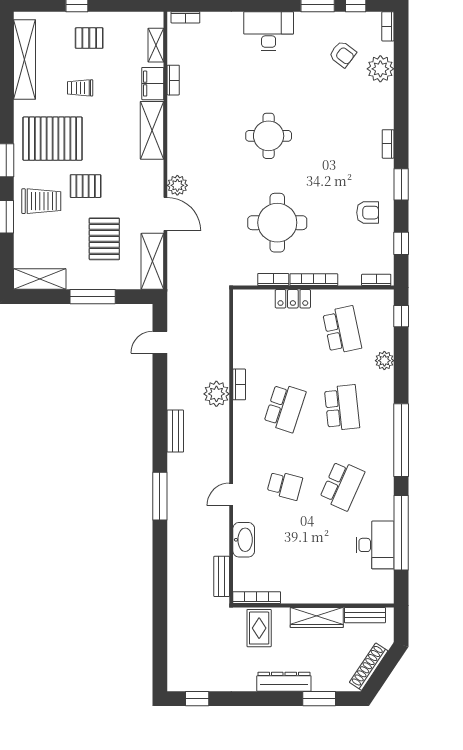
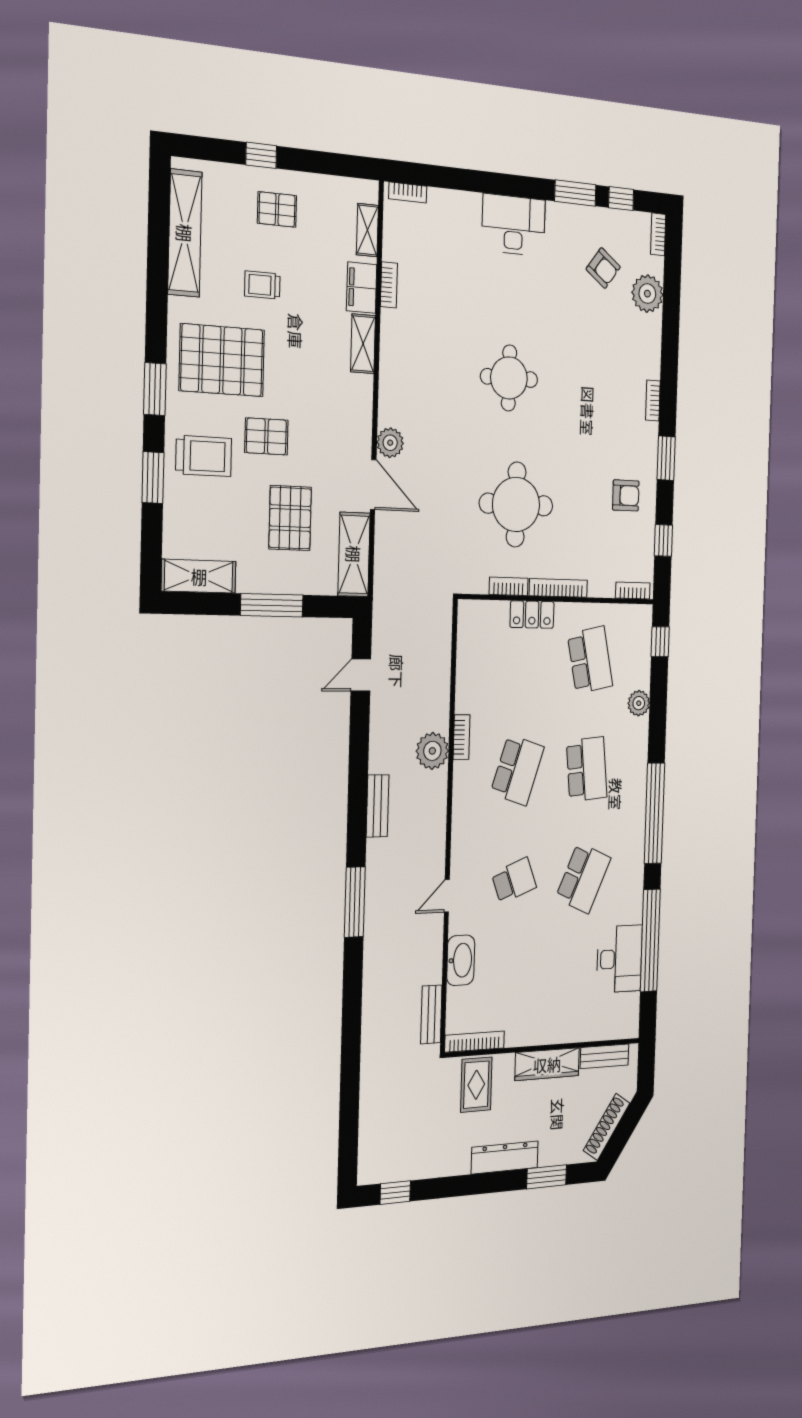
shelving: (152, 130) -> (363, 344), width x0.67, depth x0.75
school desk: (285, 485) -> (514, 880), turned -36

